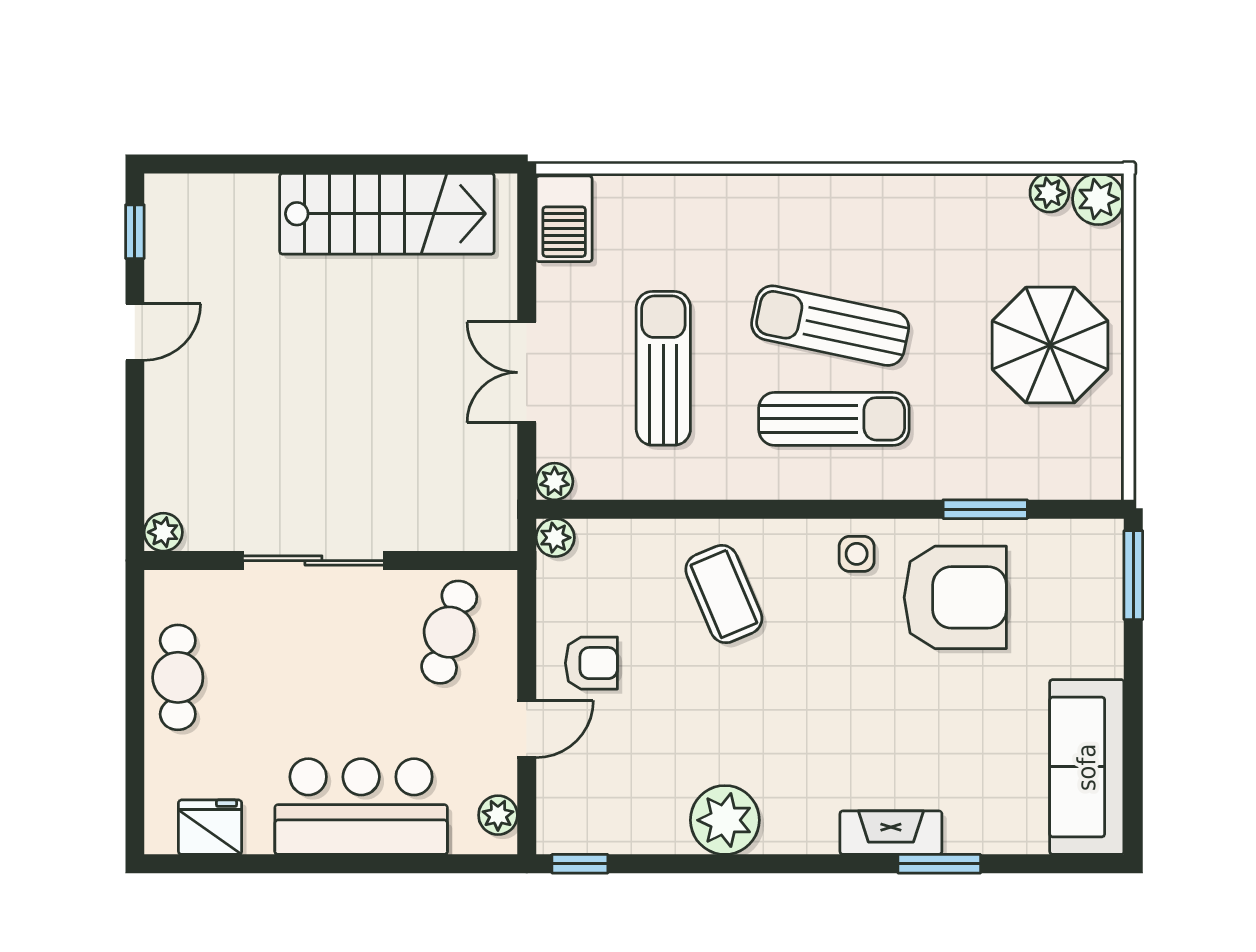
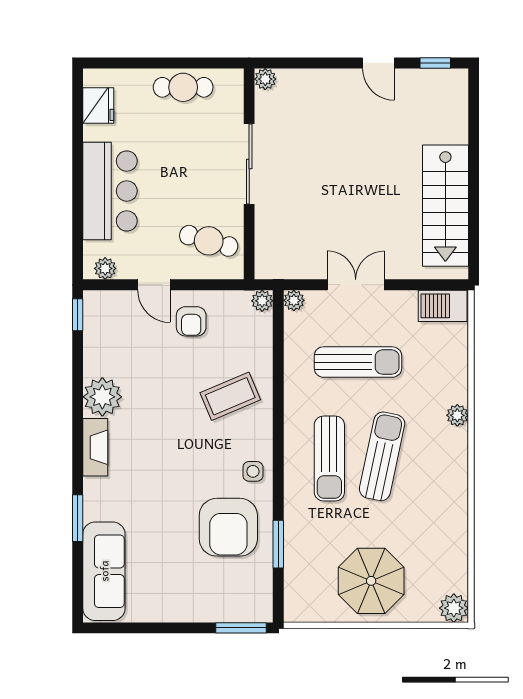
plant: (1049, 193) -> (457, 415), moved
sofa: (1087, 767) -> (104, 571), moved, turned 90
fireplace: (891, 833) -> (95, 447), moved

